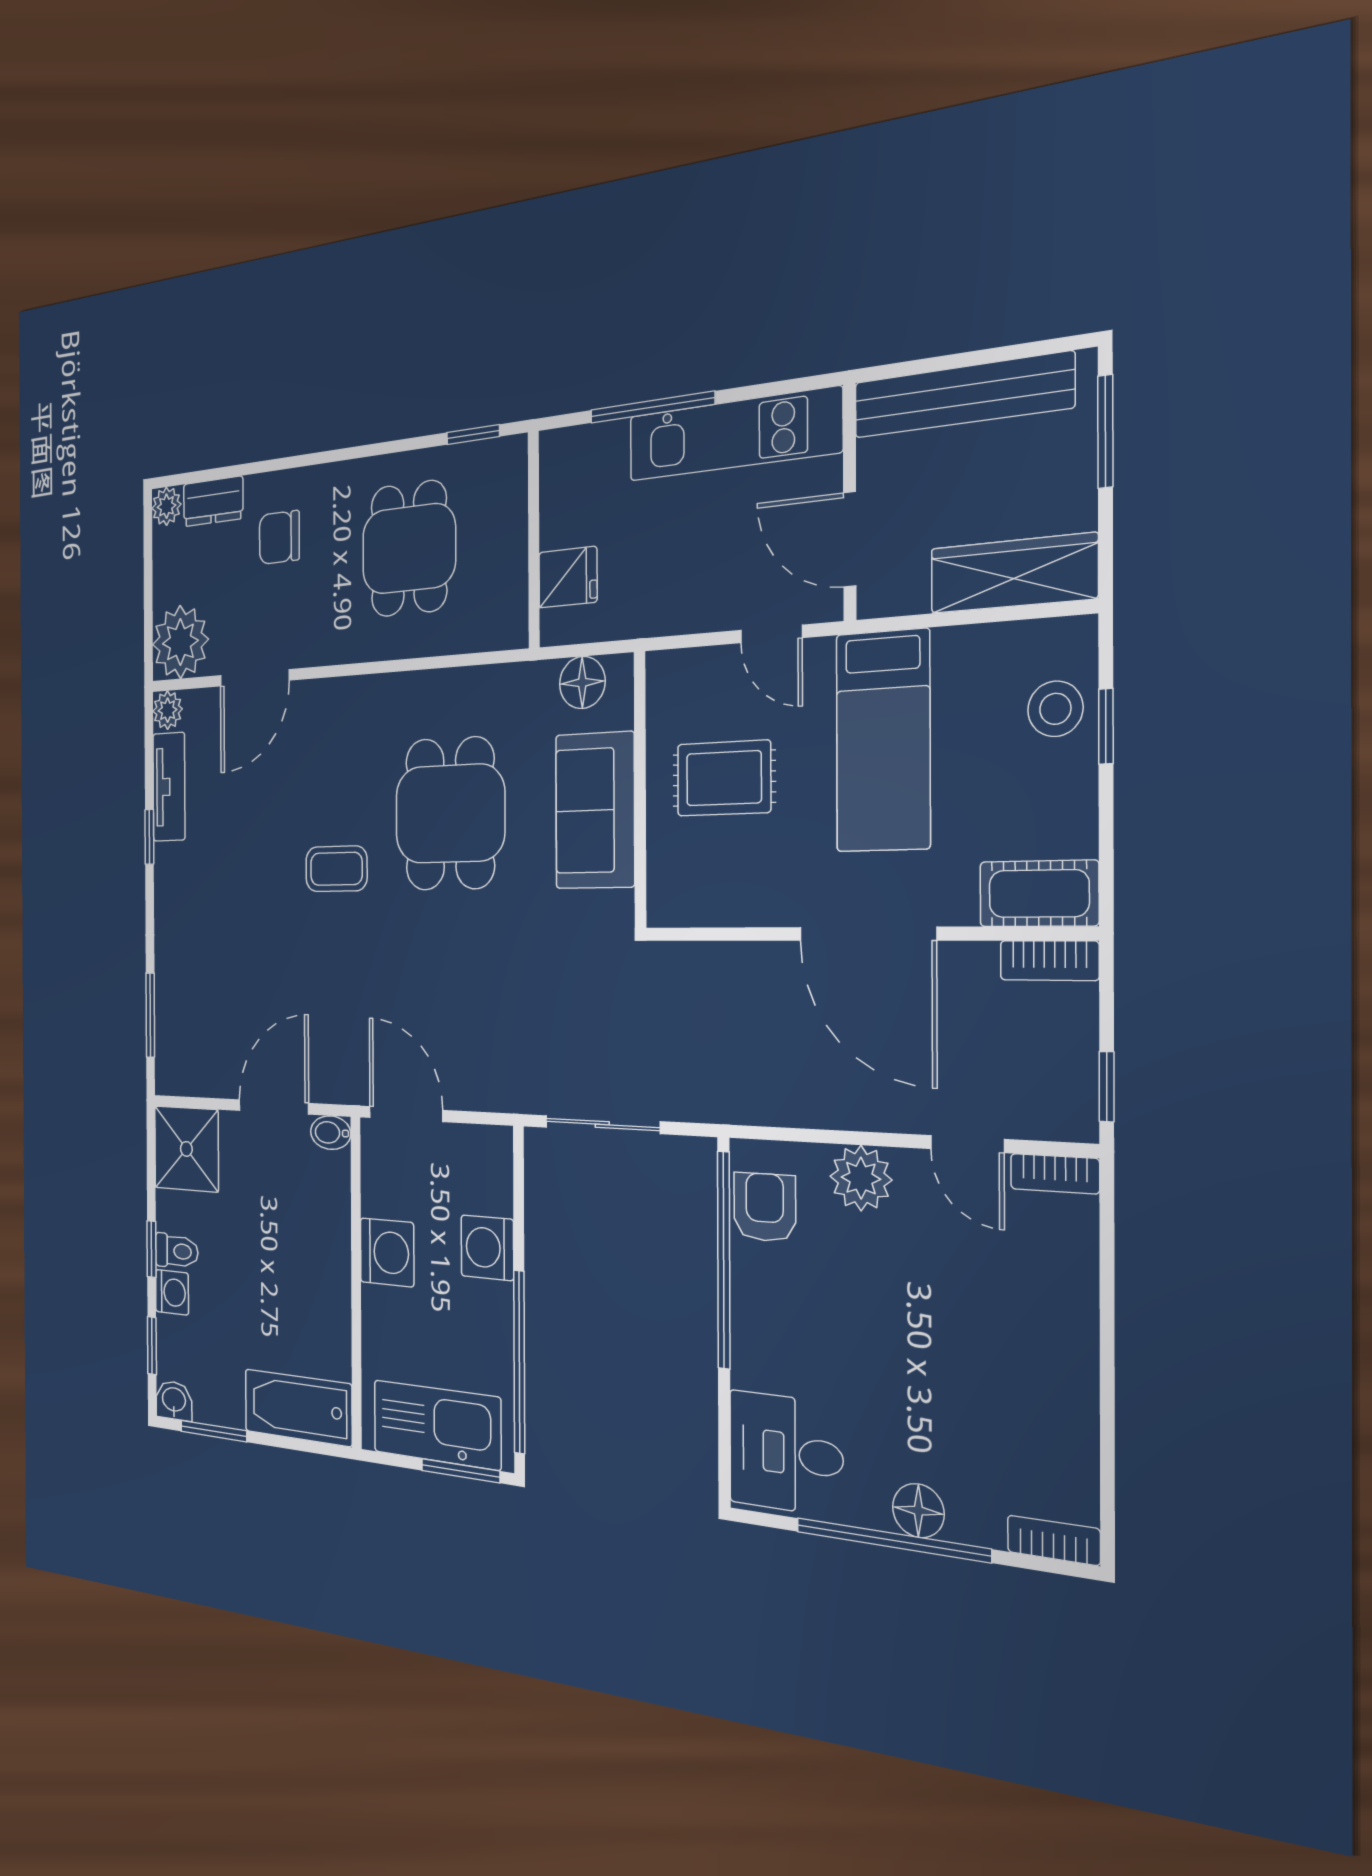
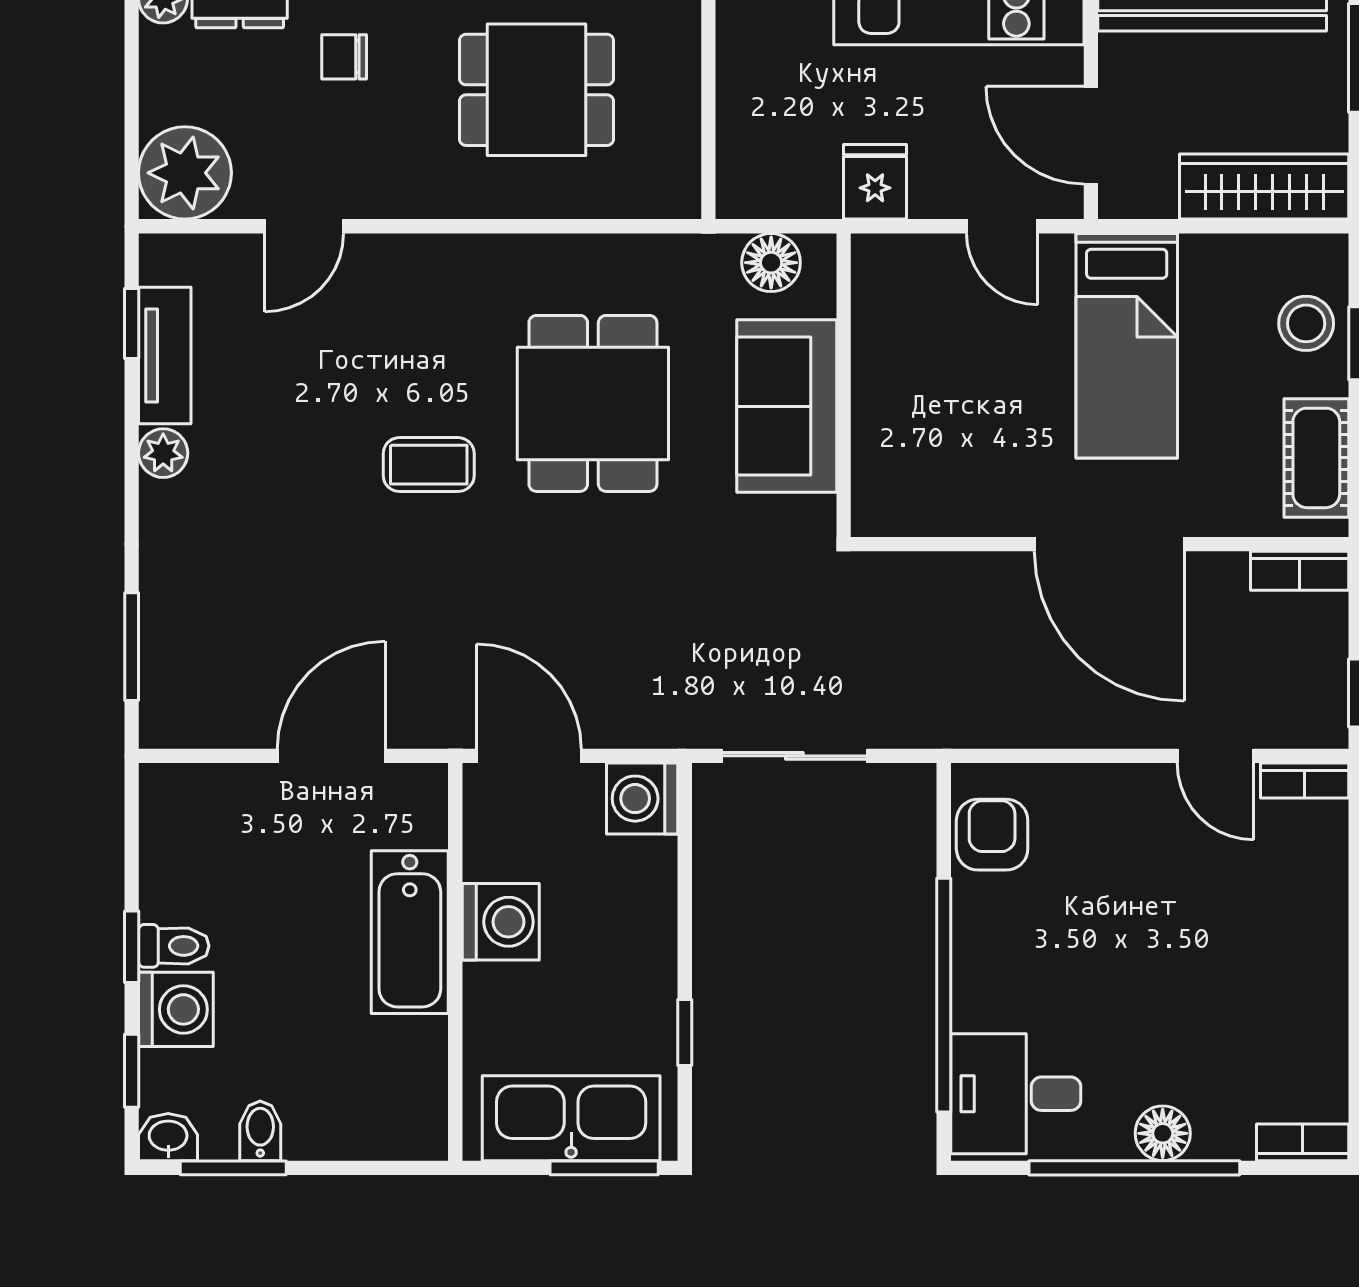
chair: (279, 537) -> (344, 57), width x0.73, depth x0.73
dining table: (409, 549) -> (537, 90), turned 90
fridge: (568, 577) -> (875, 182), moved, turned -90
door: (254, 678) -> (304, 226), width x0.73
plant: (168, 710) -> (163, 453), moved
rug: (724, 778) -> (946, 377), removed
window: (149, 837) -> (132, 324), moved
cot: (1039, 894) -> (1316, 458), moved, turned 90
bidet: (331, 1133) -> (260, 1131), moved, turned 90
shower: (186, 1149) -> (191, 815), removed
plant: (861, 1178) -> (1101, 797), removed
washing machine: (487, 1248) -> (642, 799), moved
window: (724, 1260) -> (944, 995), moved
washing machine: (172, 1292) -> (176, 1009), width x1.38, depth x1.38
window: (519, 1362) -> (685, 1033), width x0.32
bathtub: (298, 1408) -> (410, 932), moved, turned -90

